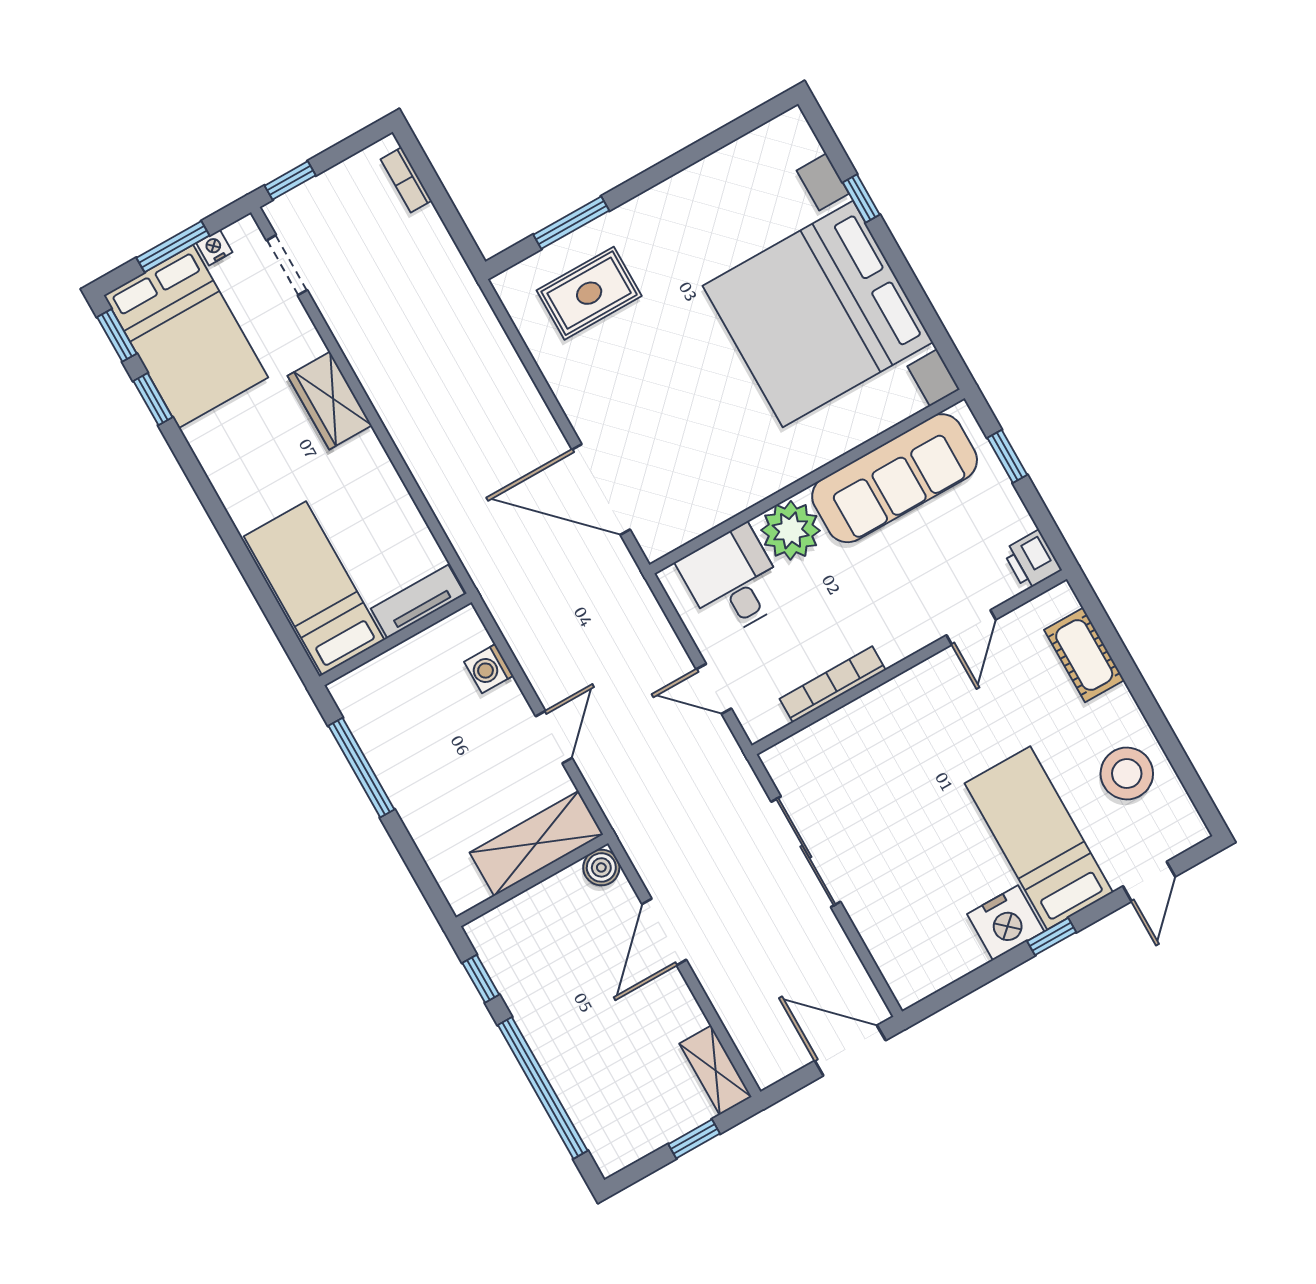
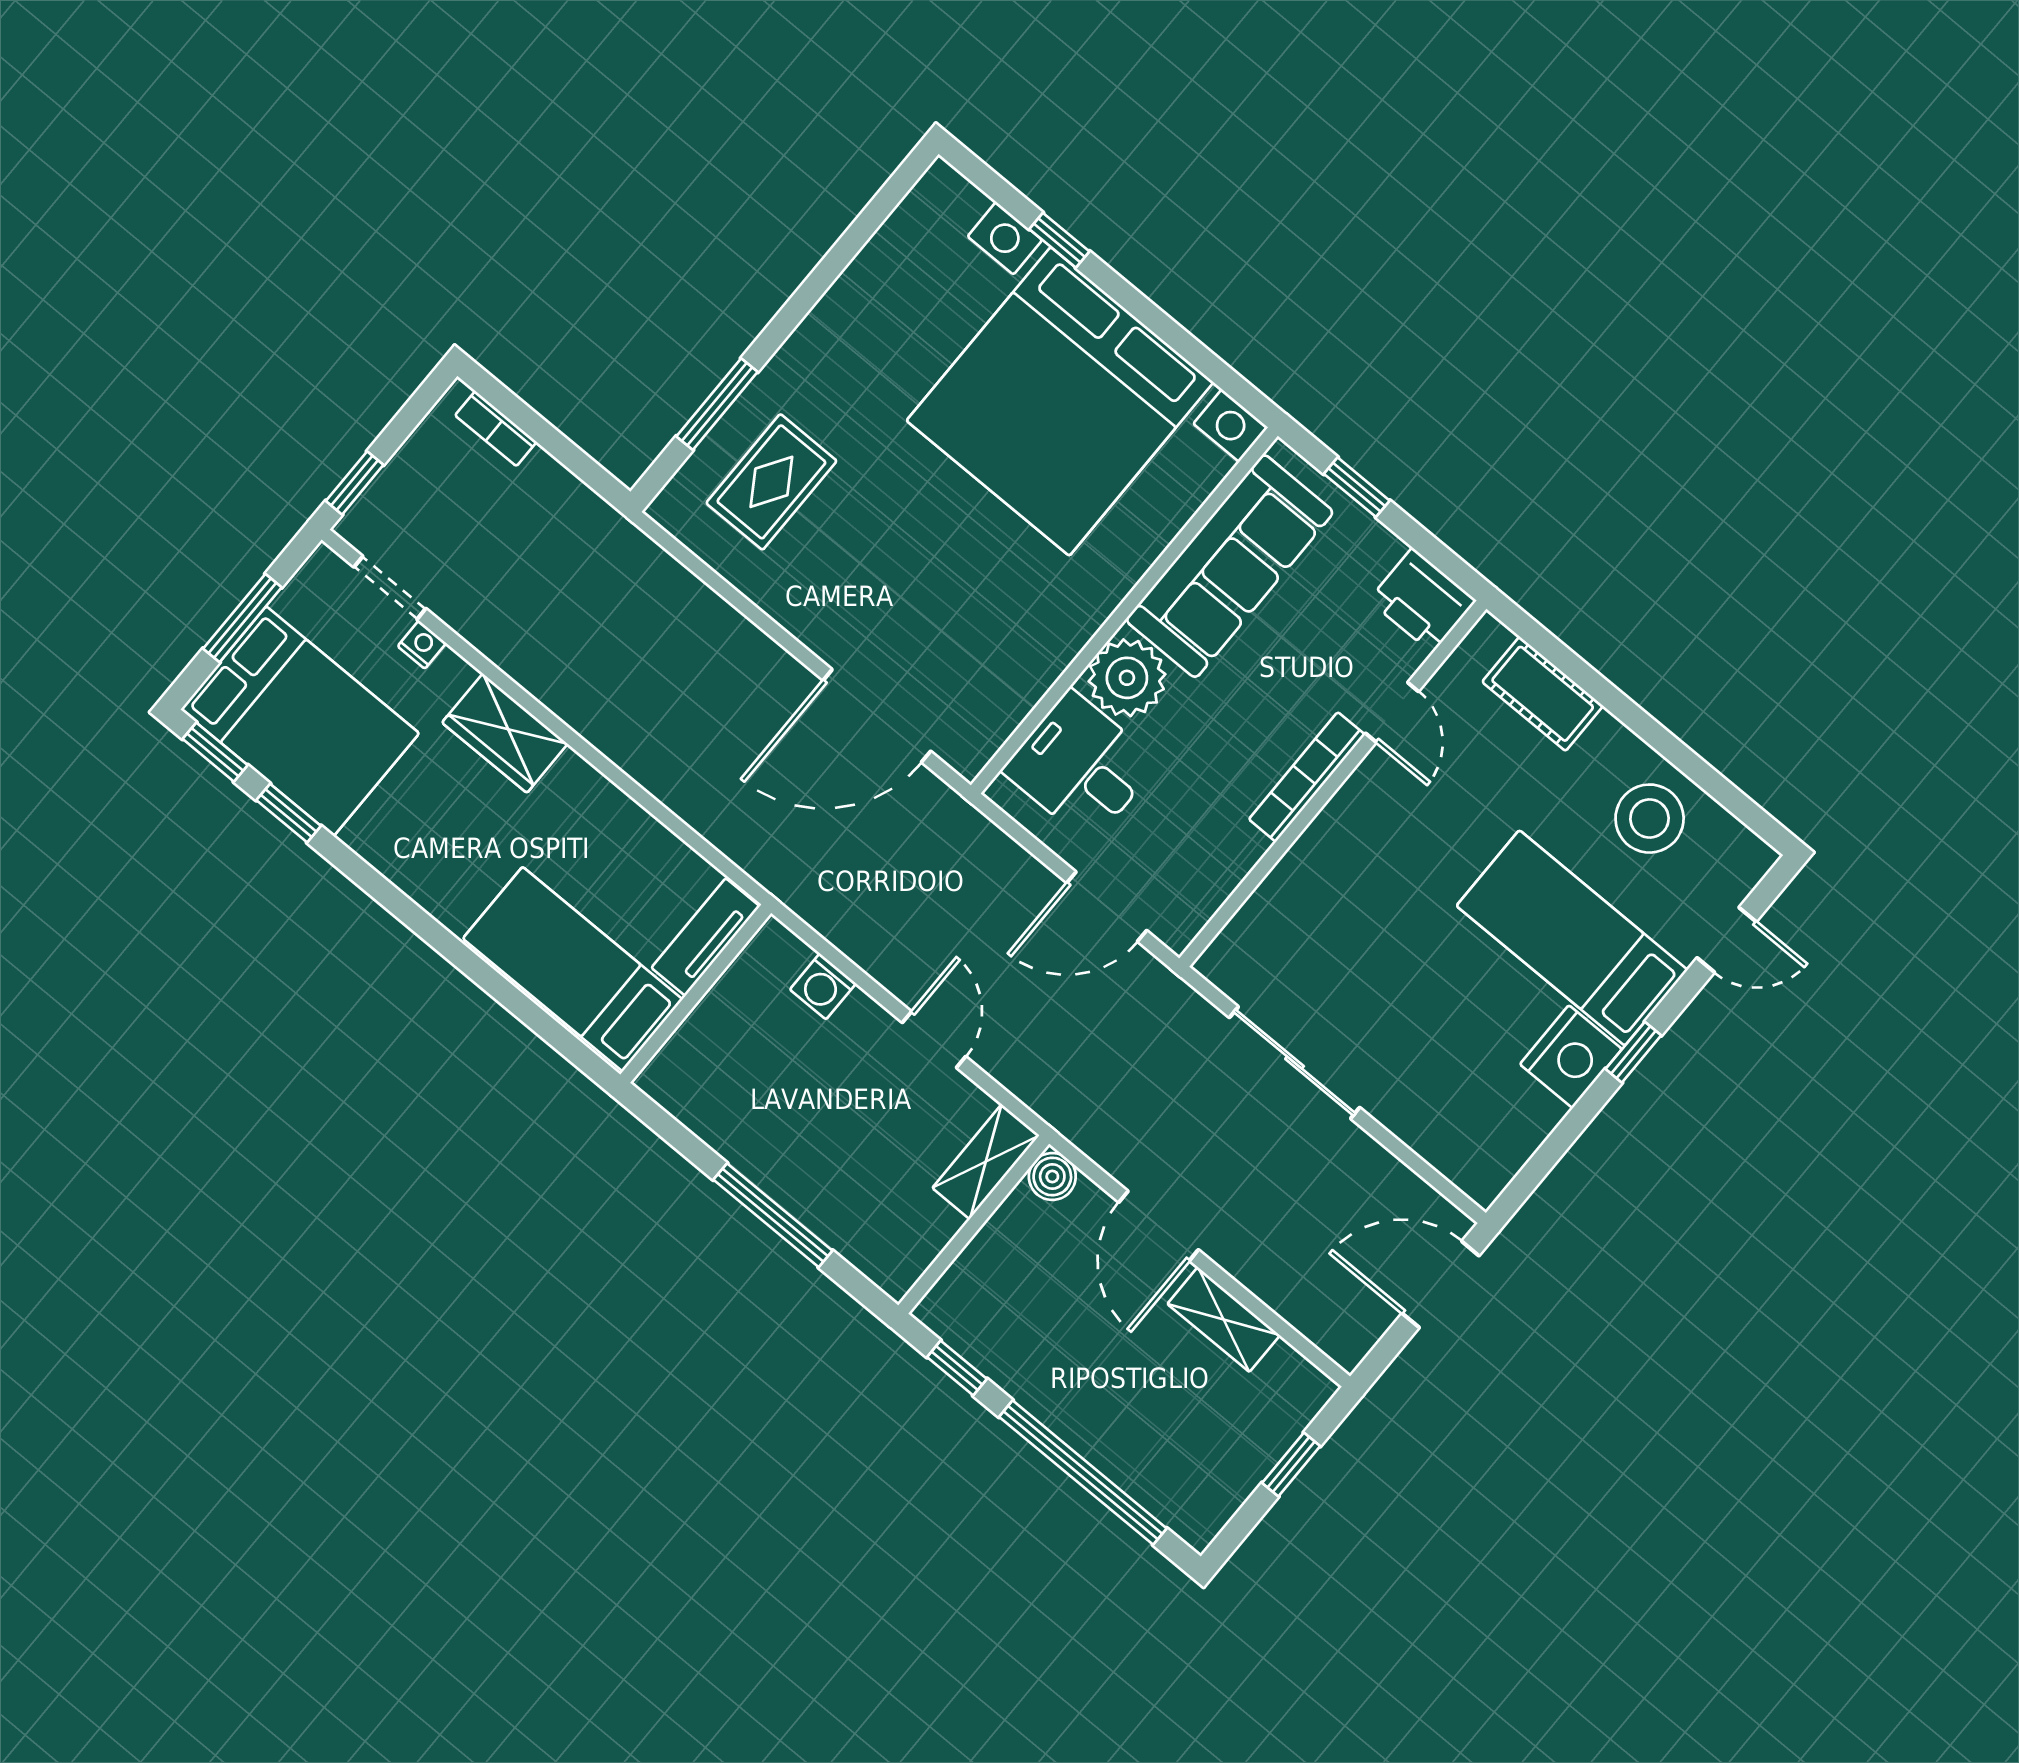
nightstand: (214, 248) -> (422, 645), moved, turned 90
printer: (1032, 560) -> (1422, 600), width x1.36, depth x1.24
bookcase: (833, 684) -> (1307, 777), moved
door: (714, 689) -> (1107, 907), width x1.38
window: (361, 768) -> (773, 1215), moved
shelving: (536, 844) -> (986, 1162), width x0.67, depth x0.75
door: (1149, 881) -> (1727, 940), hinge flipped
shelving: (715, 1070) -> (1224, 1320), moved

